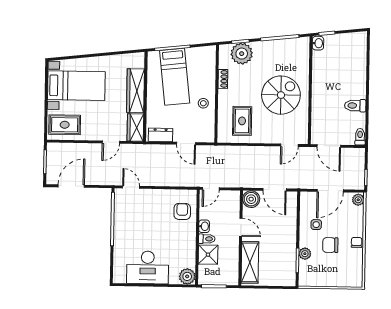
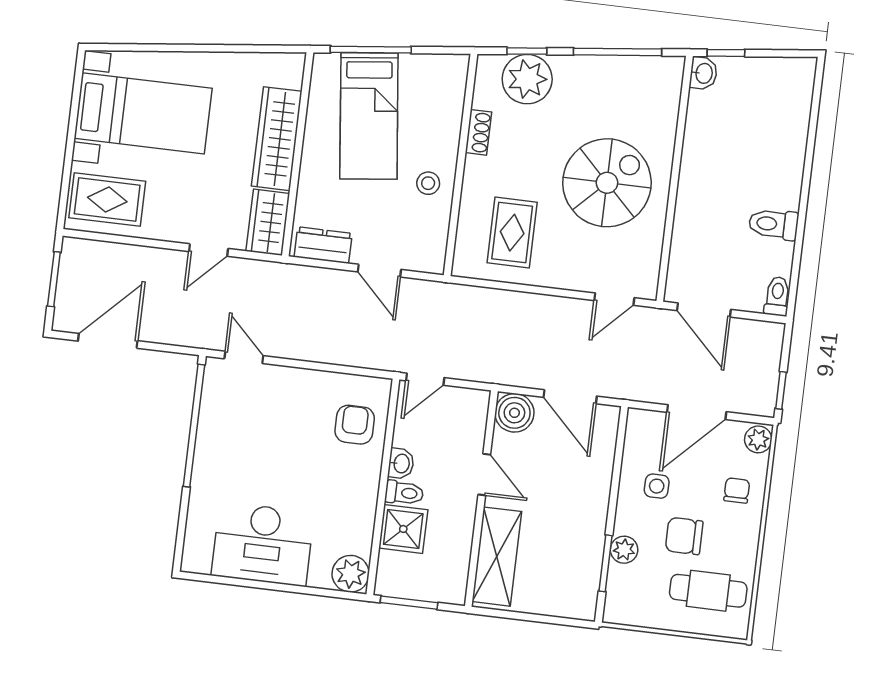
chair: (357, 242) -> (737, 490), moved
cafe table: (343, 268) -> (708, 591), added

